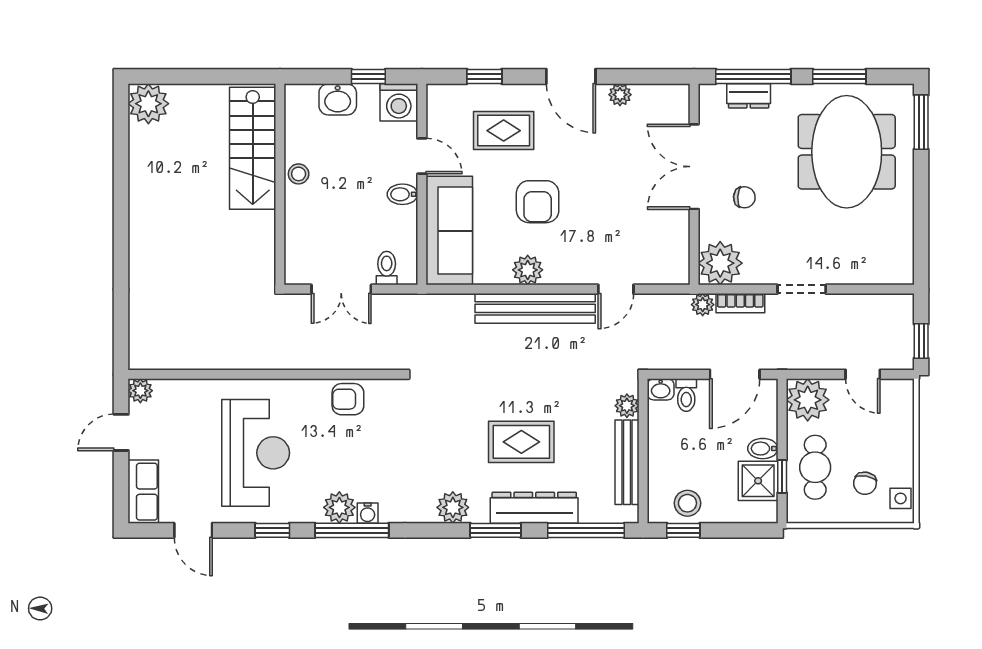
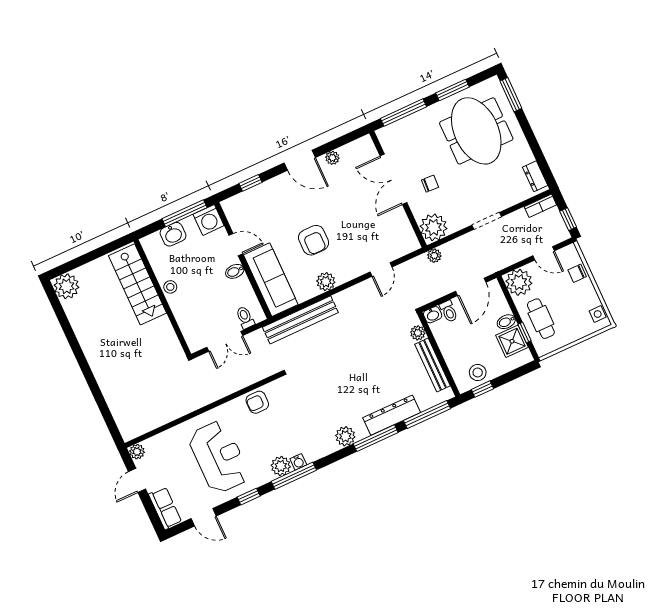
window: (368, 76) -> (185, 213), width x2.17
dresser: (749, 96) -> (535, 176), moved, turned 90
rug: (504, 131) -> (276, 209), removed
bookcase: (740, 303) -> (540, 206), moved
bench: (535, 308) -> (300, 320), moved
rug: (521, 442) -> (367, 381), removed
chair: (865, 483) -> (577, 273), moved, turned 80
window: (496, 530) -> (376, 438), width x1.44

